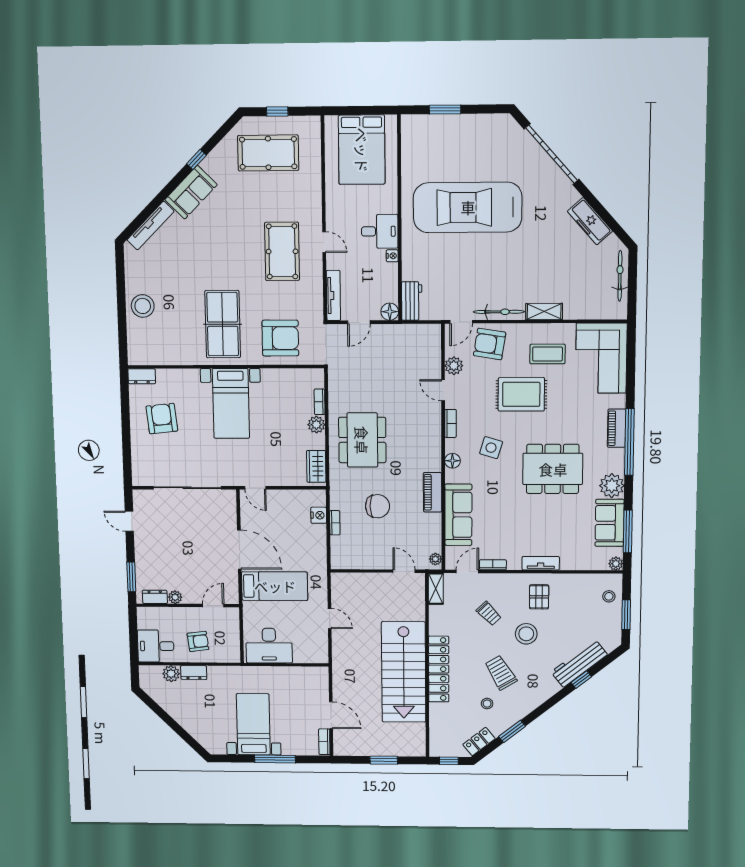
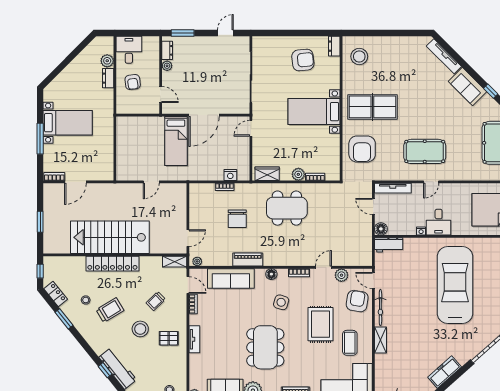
stool: (143, 306) -> (359, 56), moved
desk: (269, 646) -> (130, 136), removed

